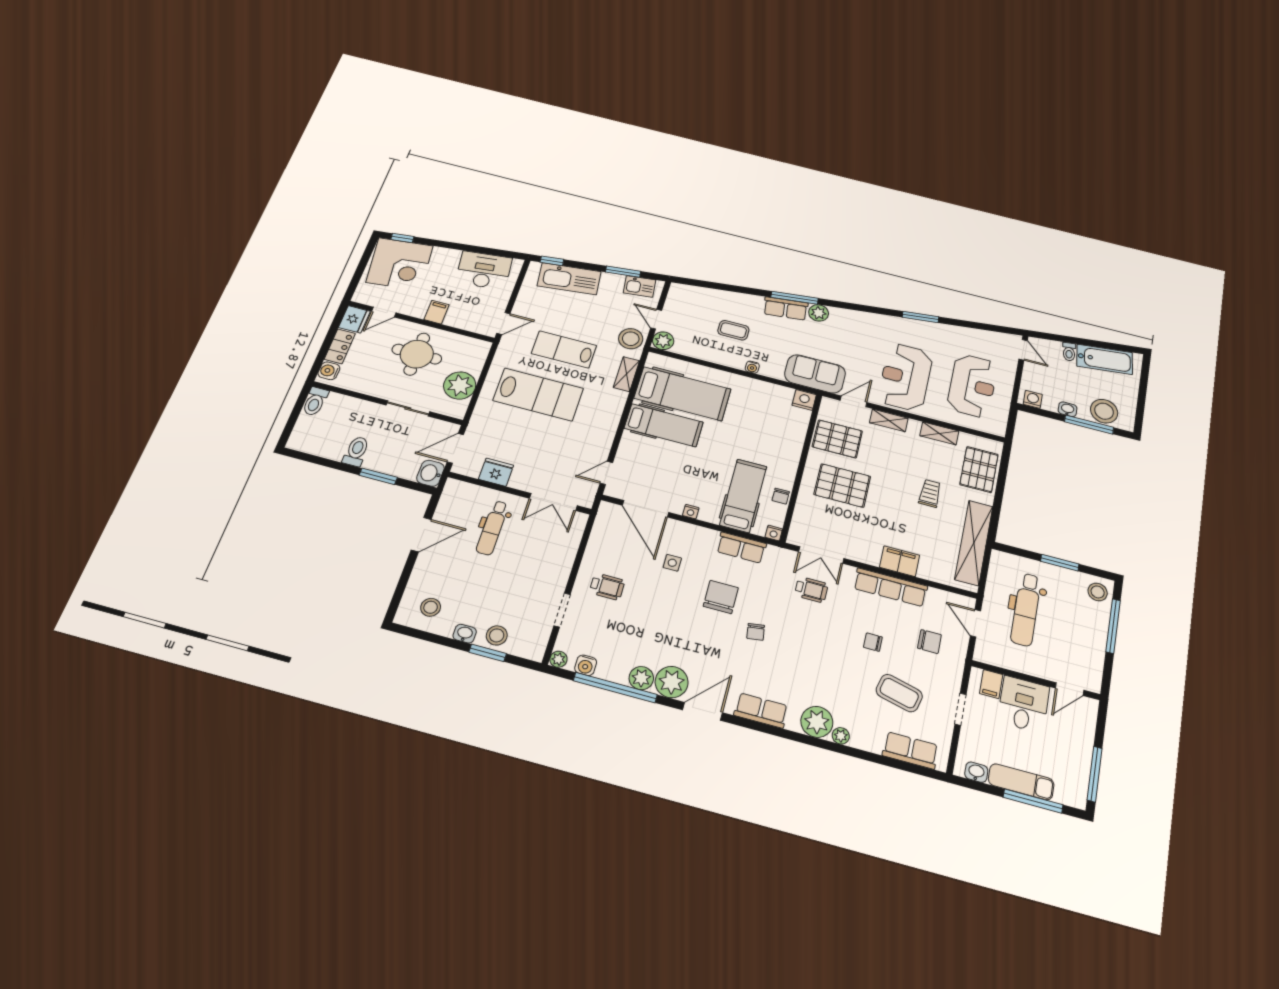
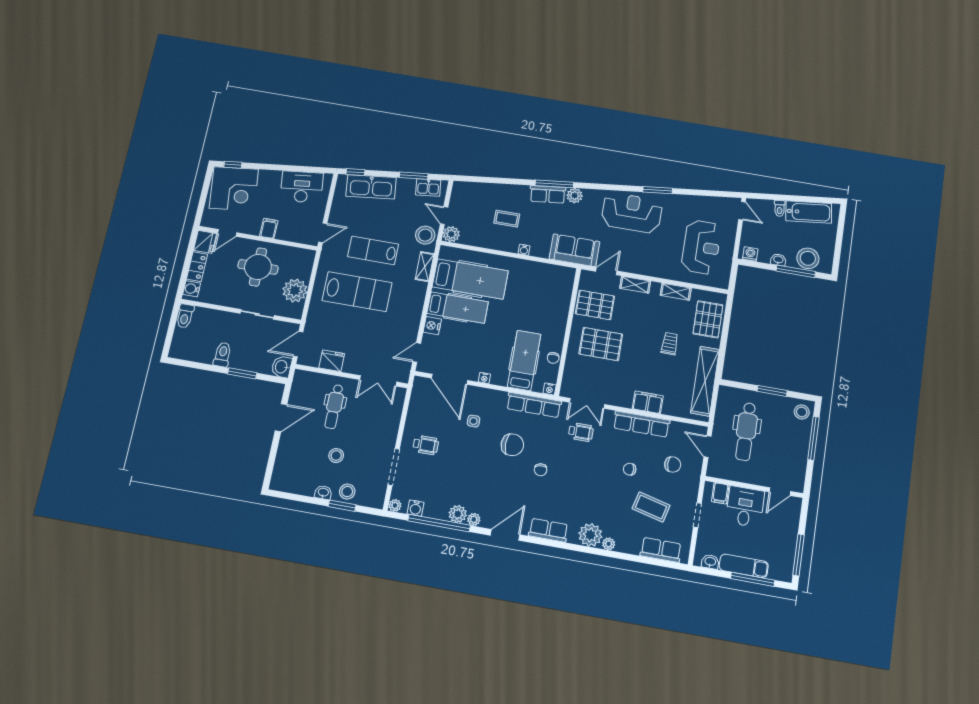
reception desk: (905, 377) -> (632, 213), moved, turned 90
nightstand: (804, 400) -> (432, 326), moved, turned -90
row of seats: (741, 548) -> (534, 405), width x1.48
chair: (721, 597) -> (512, 445), turned 90
stool: (431, 607) -> (336, 456), moved
doorway: (562, 610) -> (394, 467), width x1.38
plant: (672, 682) -> (474, 519), width x0.53, depth x0.53

